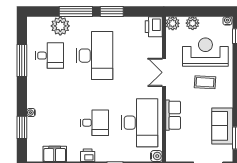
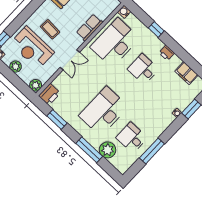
window: (112, 11) -> (57, 119), moved
plant: (193, 23) -> (16, 67), moved

